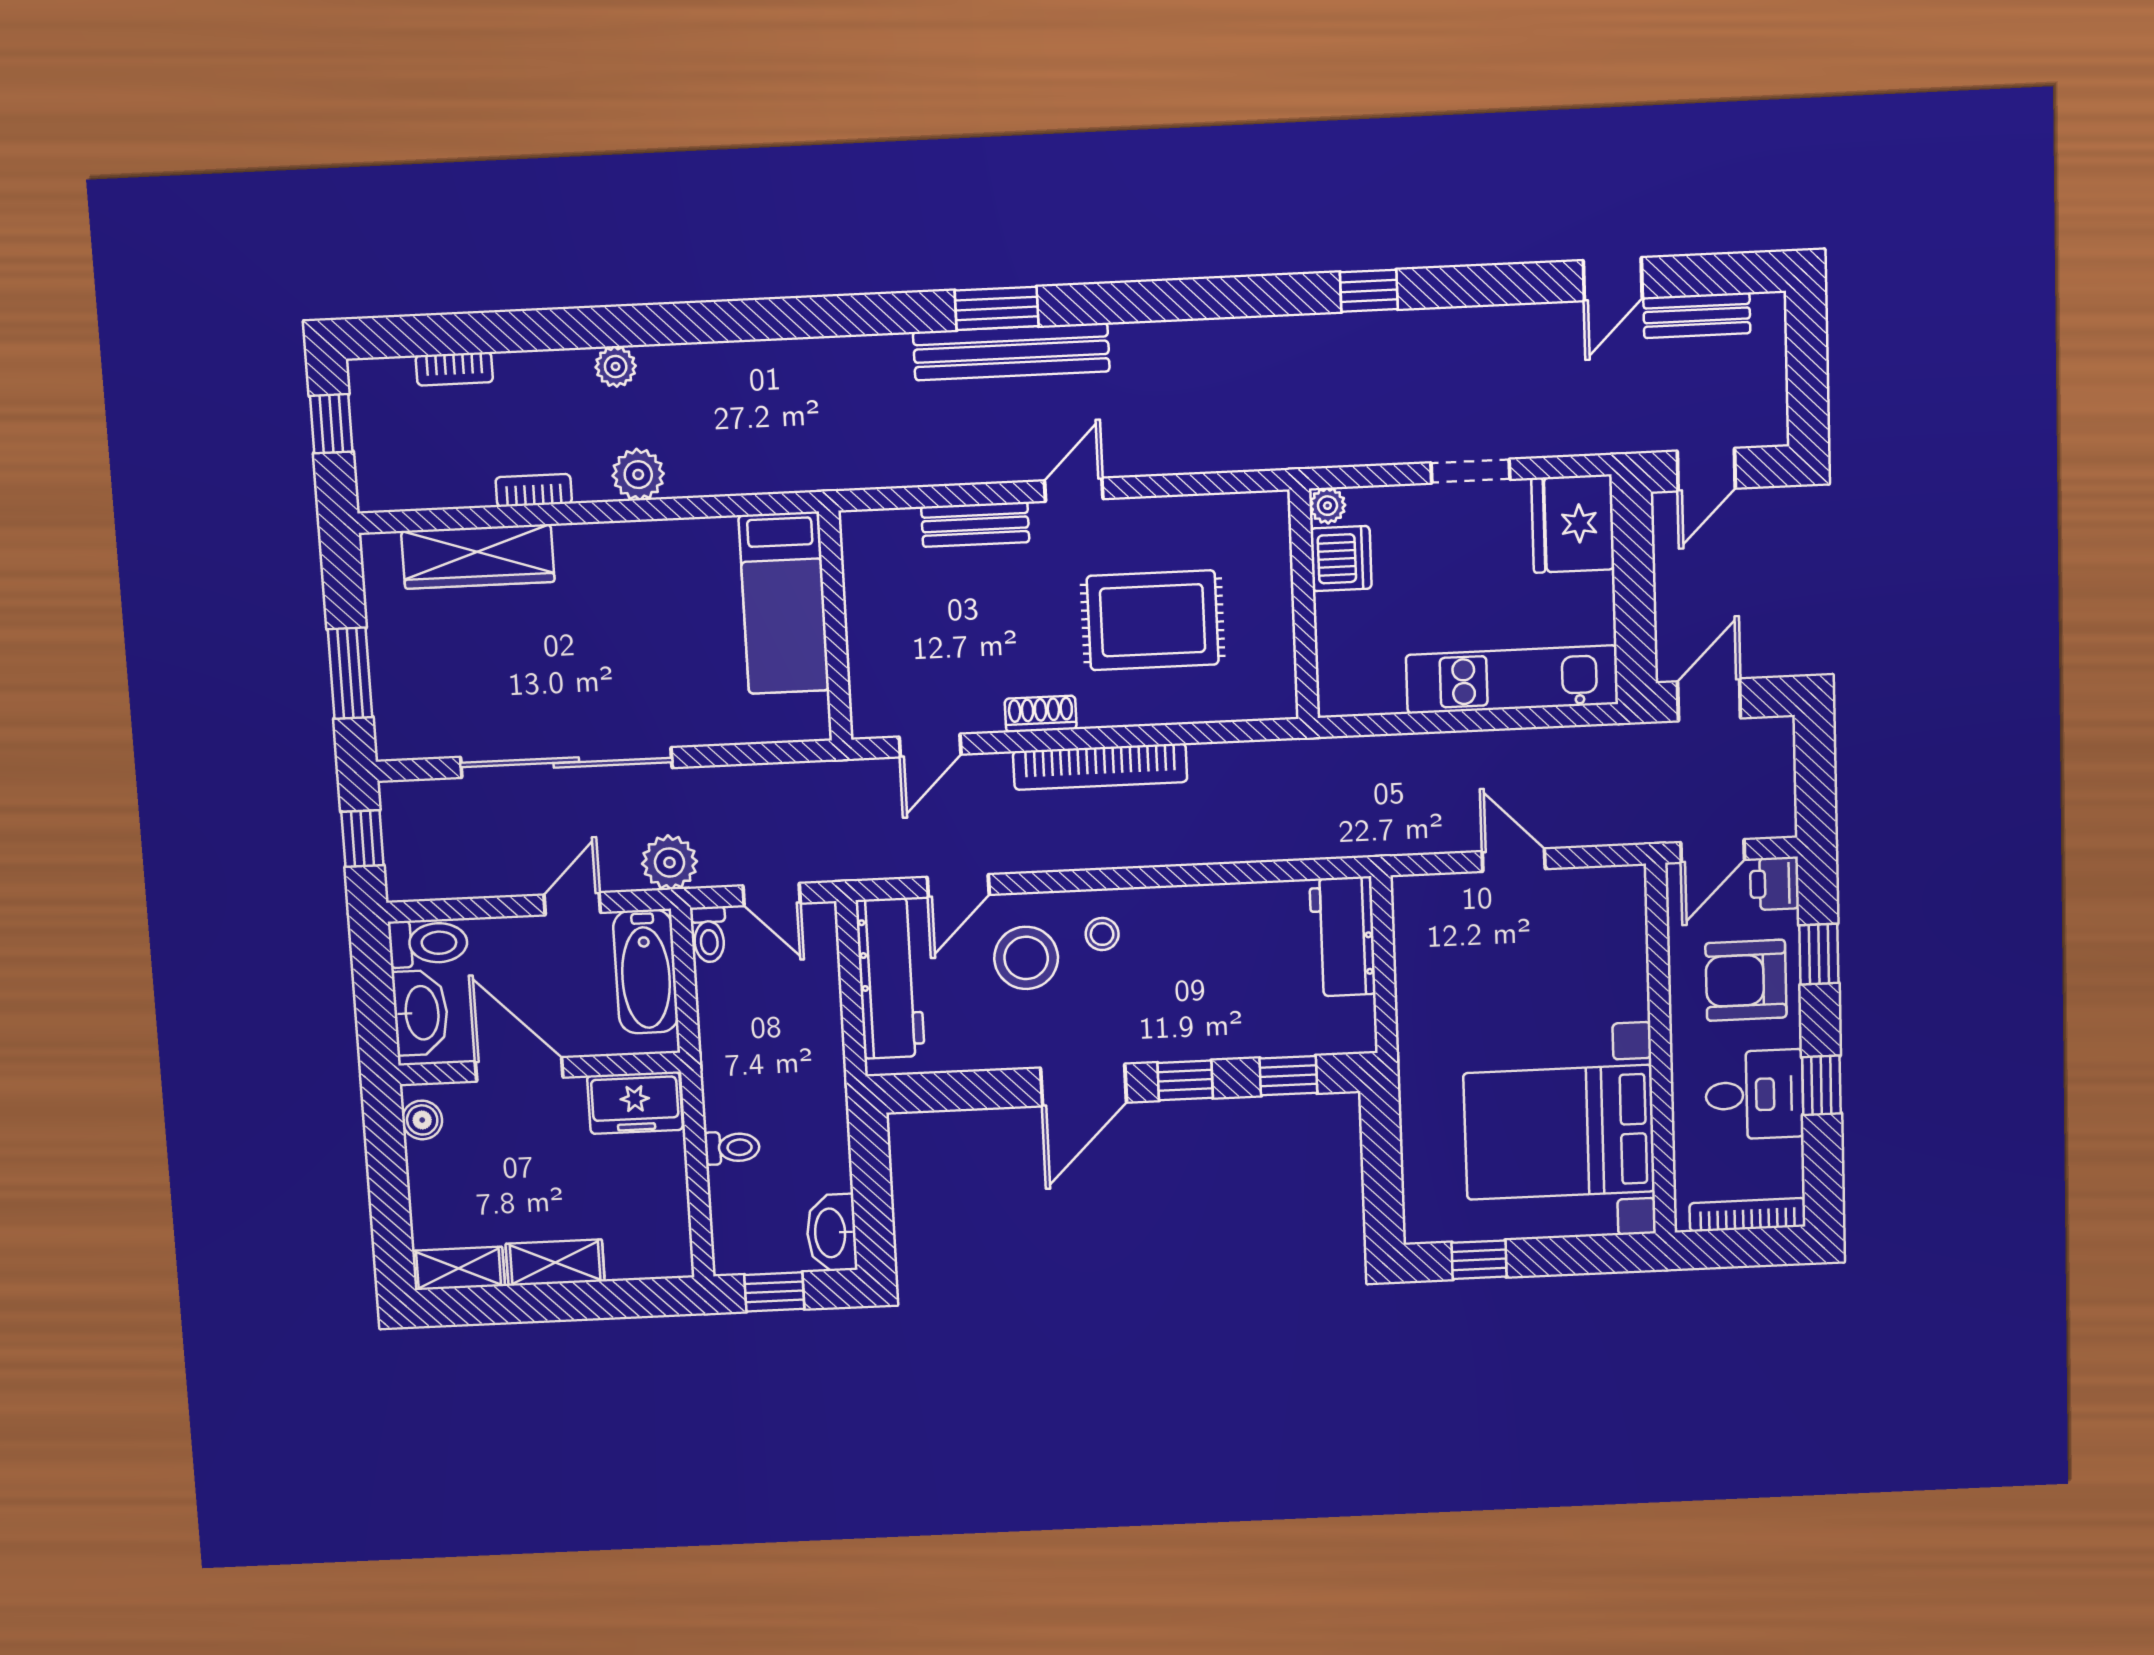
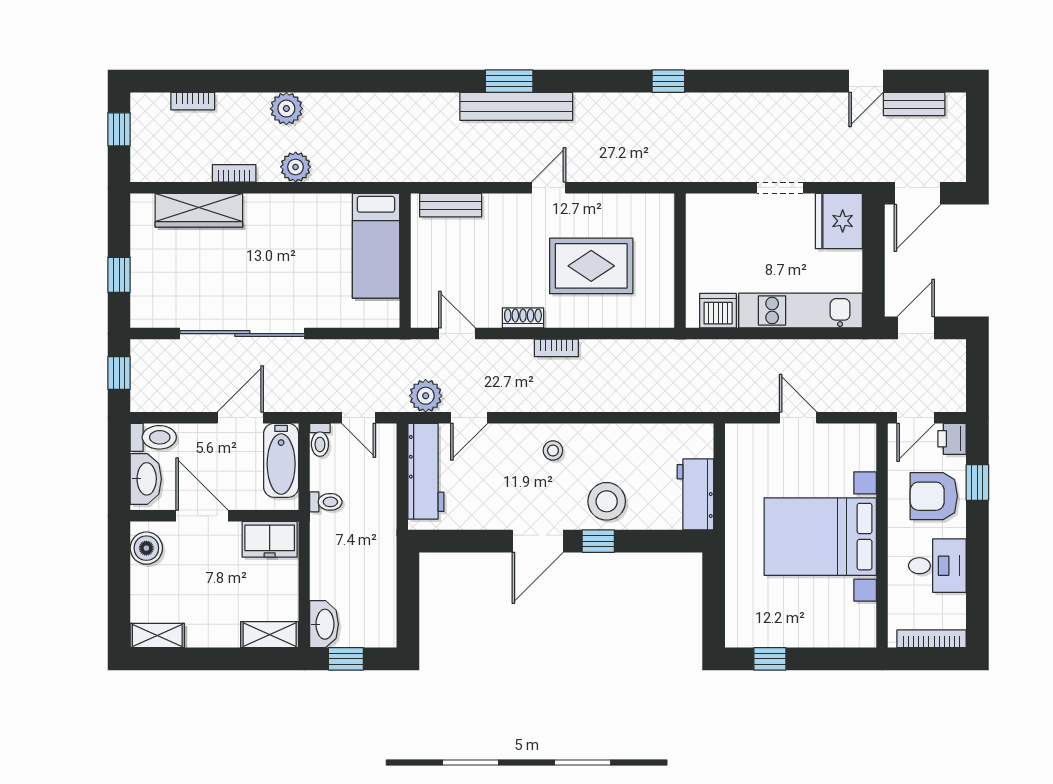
window: (1369, 291) -> (668, 81), moved
plant: (616, 367) -> (286, 109), width x1.38, depth x1.38
door: (1706, 470) -> (917, 193), width x1.38
plant: (1327, 506) -> (696, 204), removed
bench: (975, 524) -> (451, 205), moved
dishwasher: (1341, 559) -> (718, 311), moved, turned -90
window: (350, 673) -> (119, 275), width x0.67
door: (930, 746) -> (457, 334), swing flipped
bookcase: (1100, 767) -> (556, 348), width x0.43, depth x0.76
plant: (670, 862) -> (426, 396), moved
door: (572, 904) -> (240, 418), width x1.38
workbench: (1343, 937) -> (695, 494), moved
stool: (1026, 958) -> (607, 501), moved
window: (1288, 1076) -> (660, 541), removed
window: (1821, 1085) -> (977, 562), removed
boiler: (422, 1120) -> (146, 548), width x1.36, depth x1.36
bed with nightstands: (1559, 1132) -> (820, 537), moved
toilet: (732, 1148) -> (326, 502), moved
washbasin: (832, 1233) -> (324, 624), moved, turned 180
shelving: (555, 1263) -> (270, 635), moved

